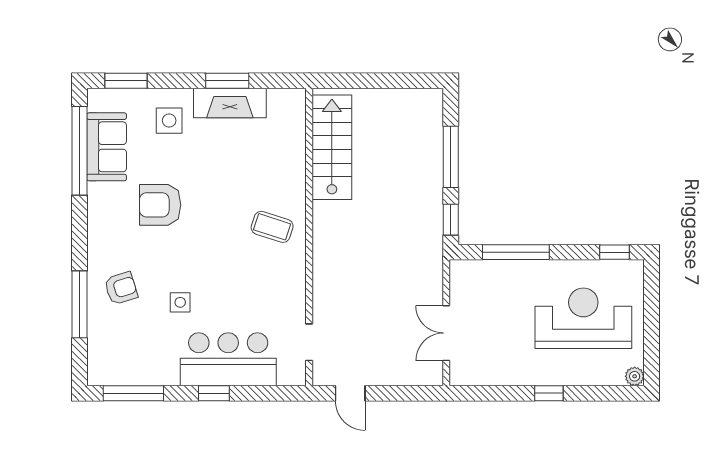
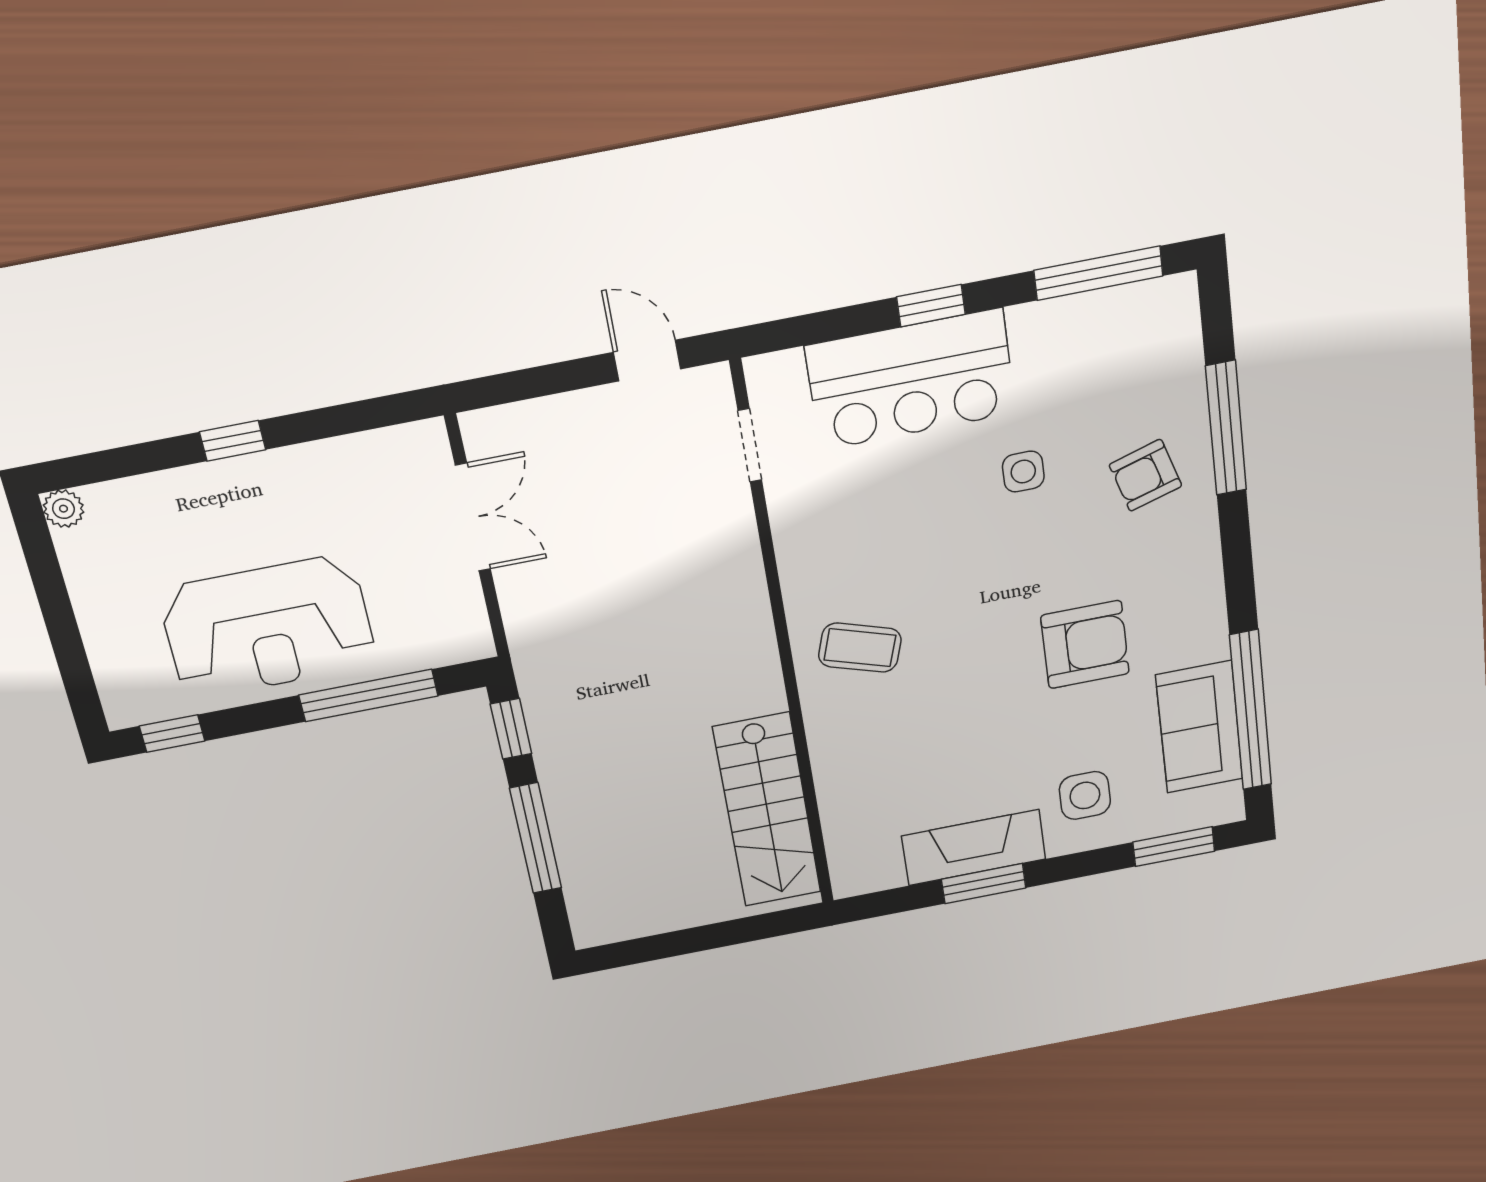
reception desk: (583, 318) -> (268, 627), moved

